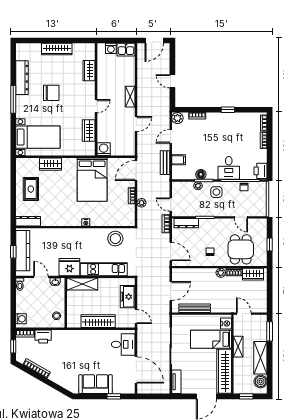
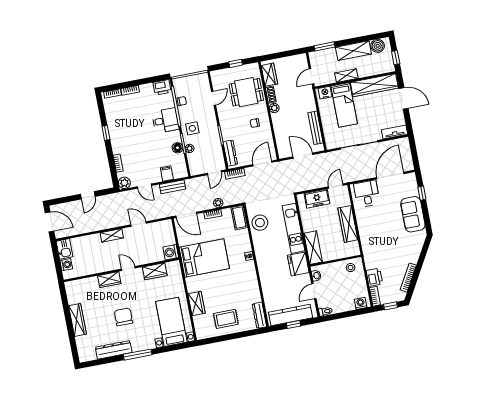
wardrobe: (89, 71) -> (109, 280), moved
cot: (124, 220) -> (239, 218), added

